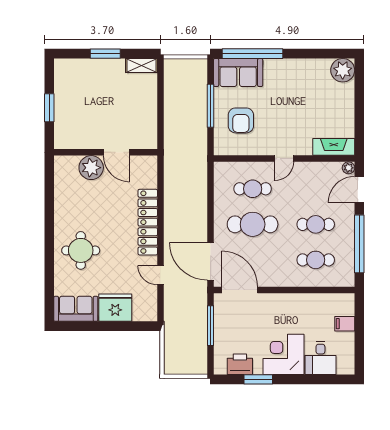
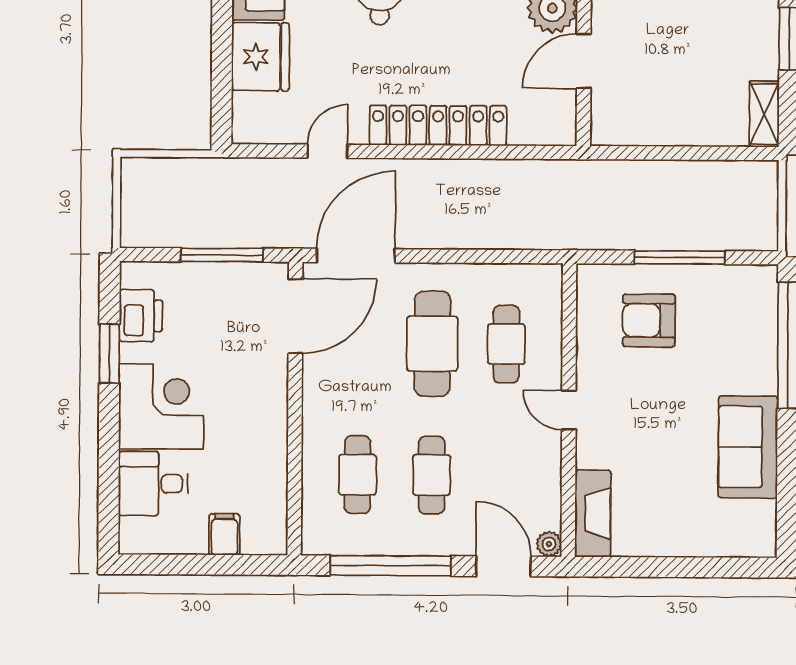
plant: (343, 70) -> (752, 533), removed
sofa: (238, 73) -> (748, 447), moved

